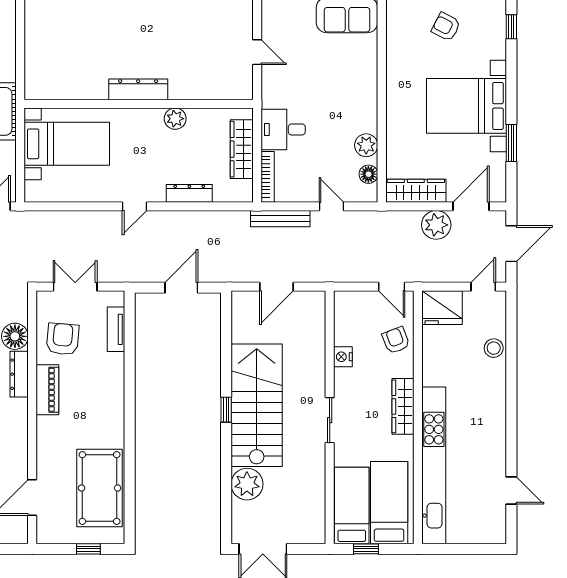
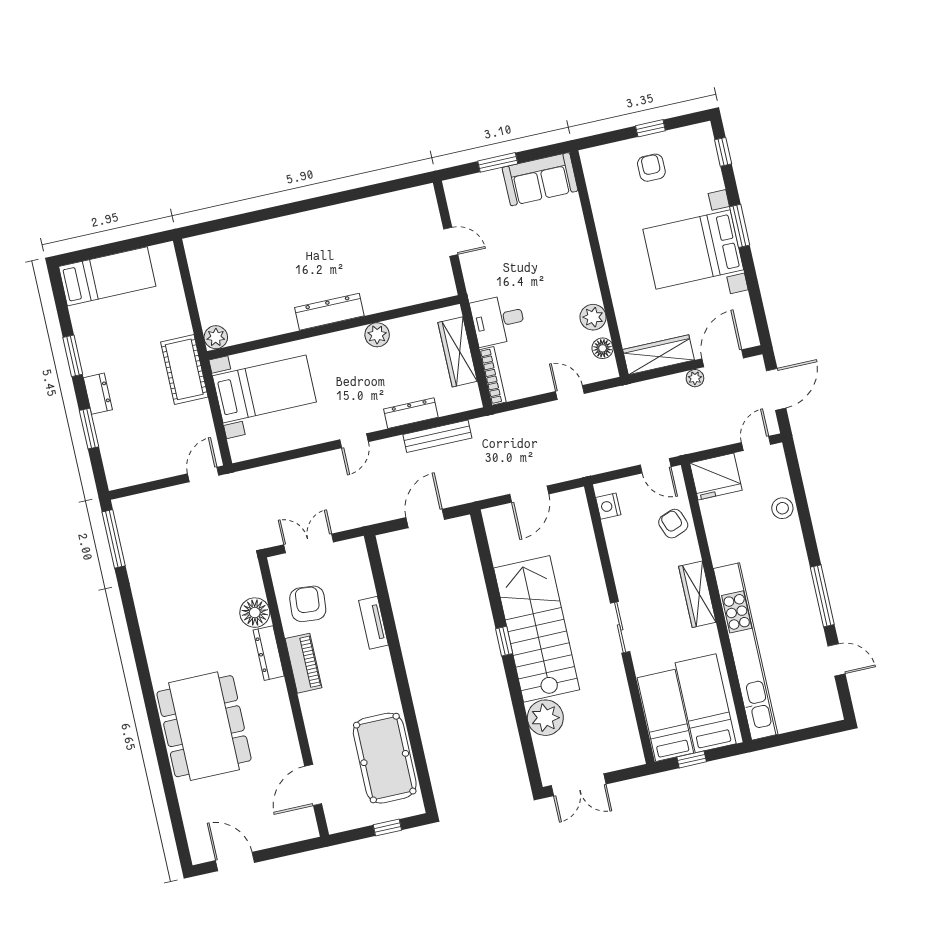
armchair: (446, 27) -> (651, 168), turned 63
plant: (34, 89) -> (216, 337), added
window: (511, 143) -> (740, 226), moved
bench: (280, 219) -> (437, 436), moved
plant: (436, 225) -> (695, 378), width x0.53, depth x0.53
tv unit: (116, 329) -> (373, 623), moved
nightstand: (343, 357) -> (608, 506), moved
window: (511, 432) -> (822, 596), added

